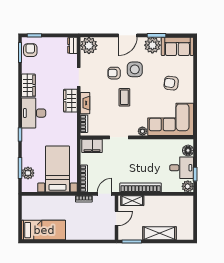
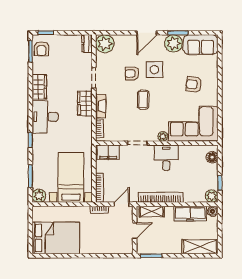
armchair: (30, 50) -> (41, 49), turned 180
desk: (182, 168) -> (166, 158), moved, turned -90
plant: (28, 173) -> (39, 196), moved
boiler: (189, 200) -> (213, 211), added
freezer: (168, 202) -> (190, 214), added
bed: (44, 230) -> (56, 238), width x1.50
shelving: (159, 233) -> (200, 247), moved

